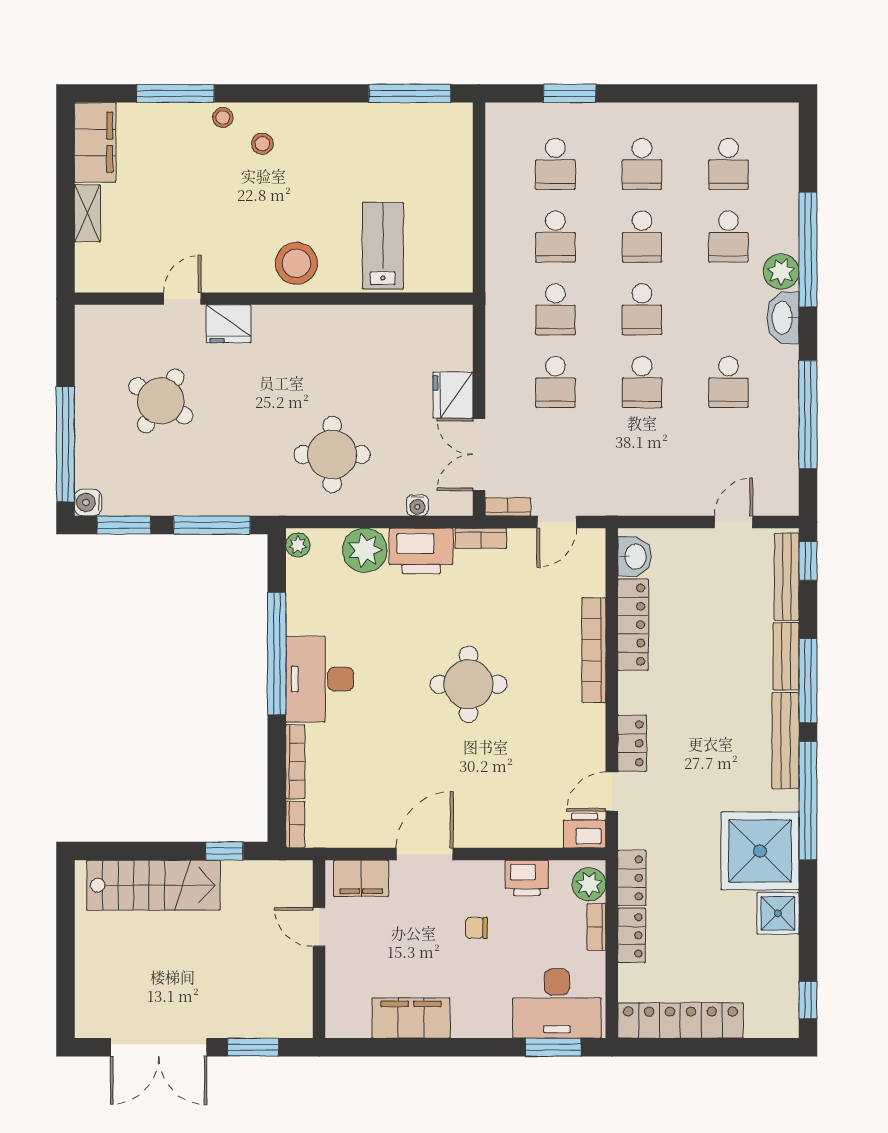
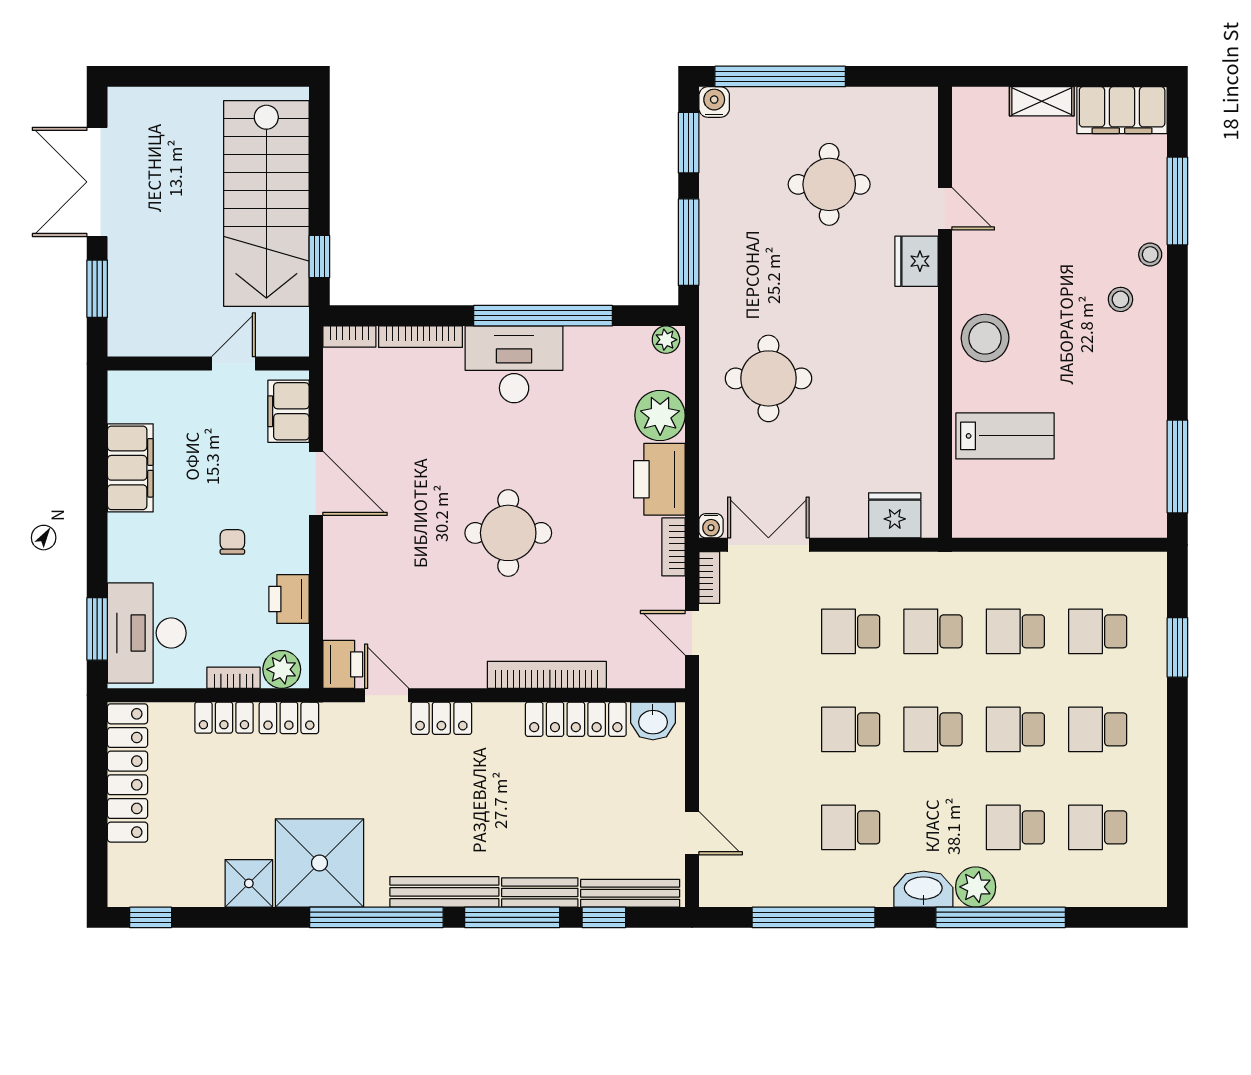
fridge: (453, 395) -> (895, 515), moved
round table: (161, 401) -> (829, 184), turned -32
water cooler: (417, 505) -> (711, 526), moved, turned -90
window: (808, 561) -> (604, 917), moved
stairs: (153, 885) -> (266, 204), width x1.36, depth x1.51

